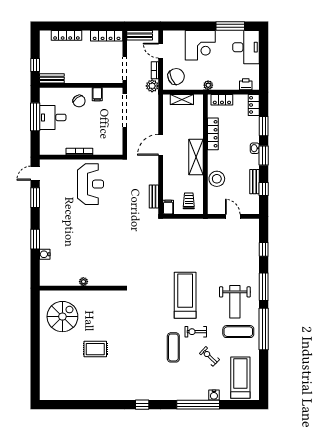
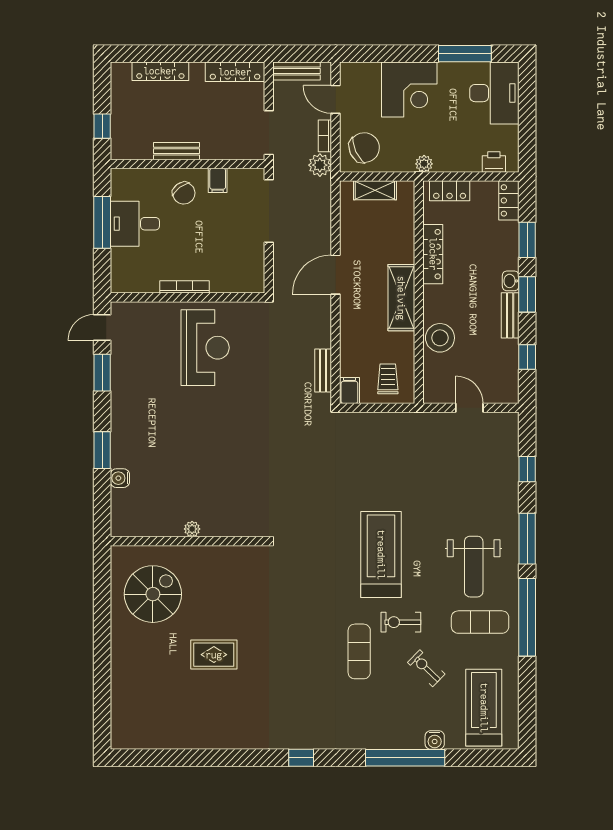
bench: (52, 78) -> (176, 151), moved
bench: (254, 182) -> (510, 315), moved

